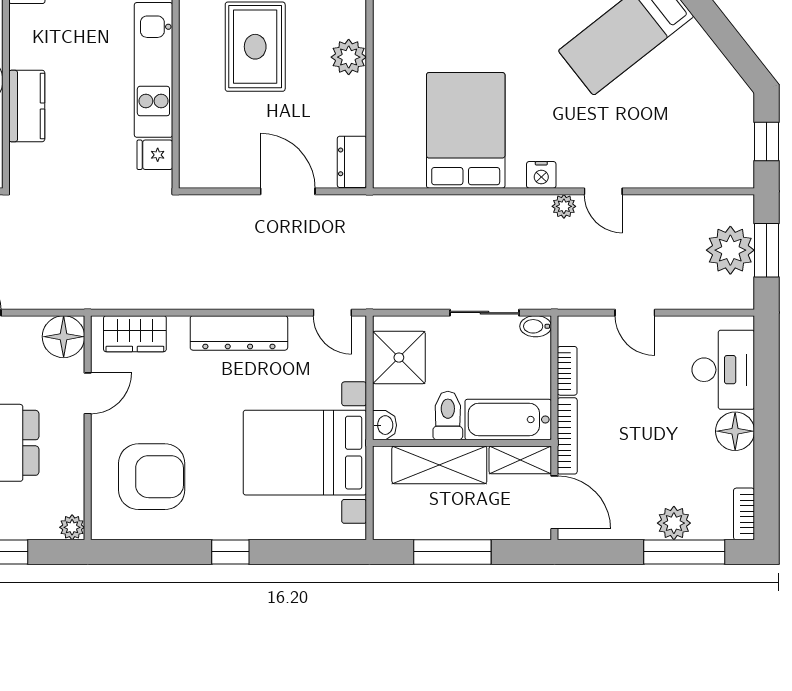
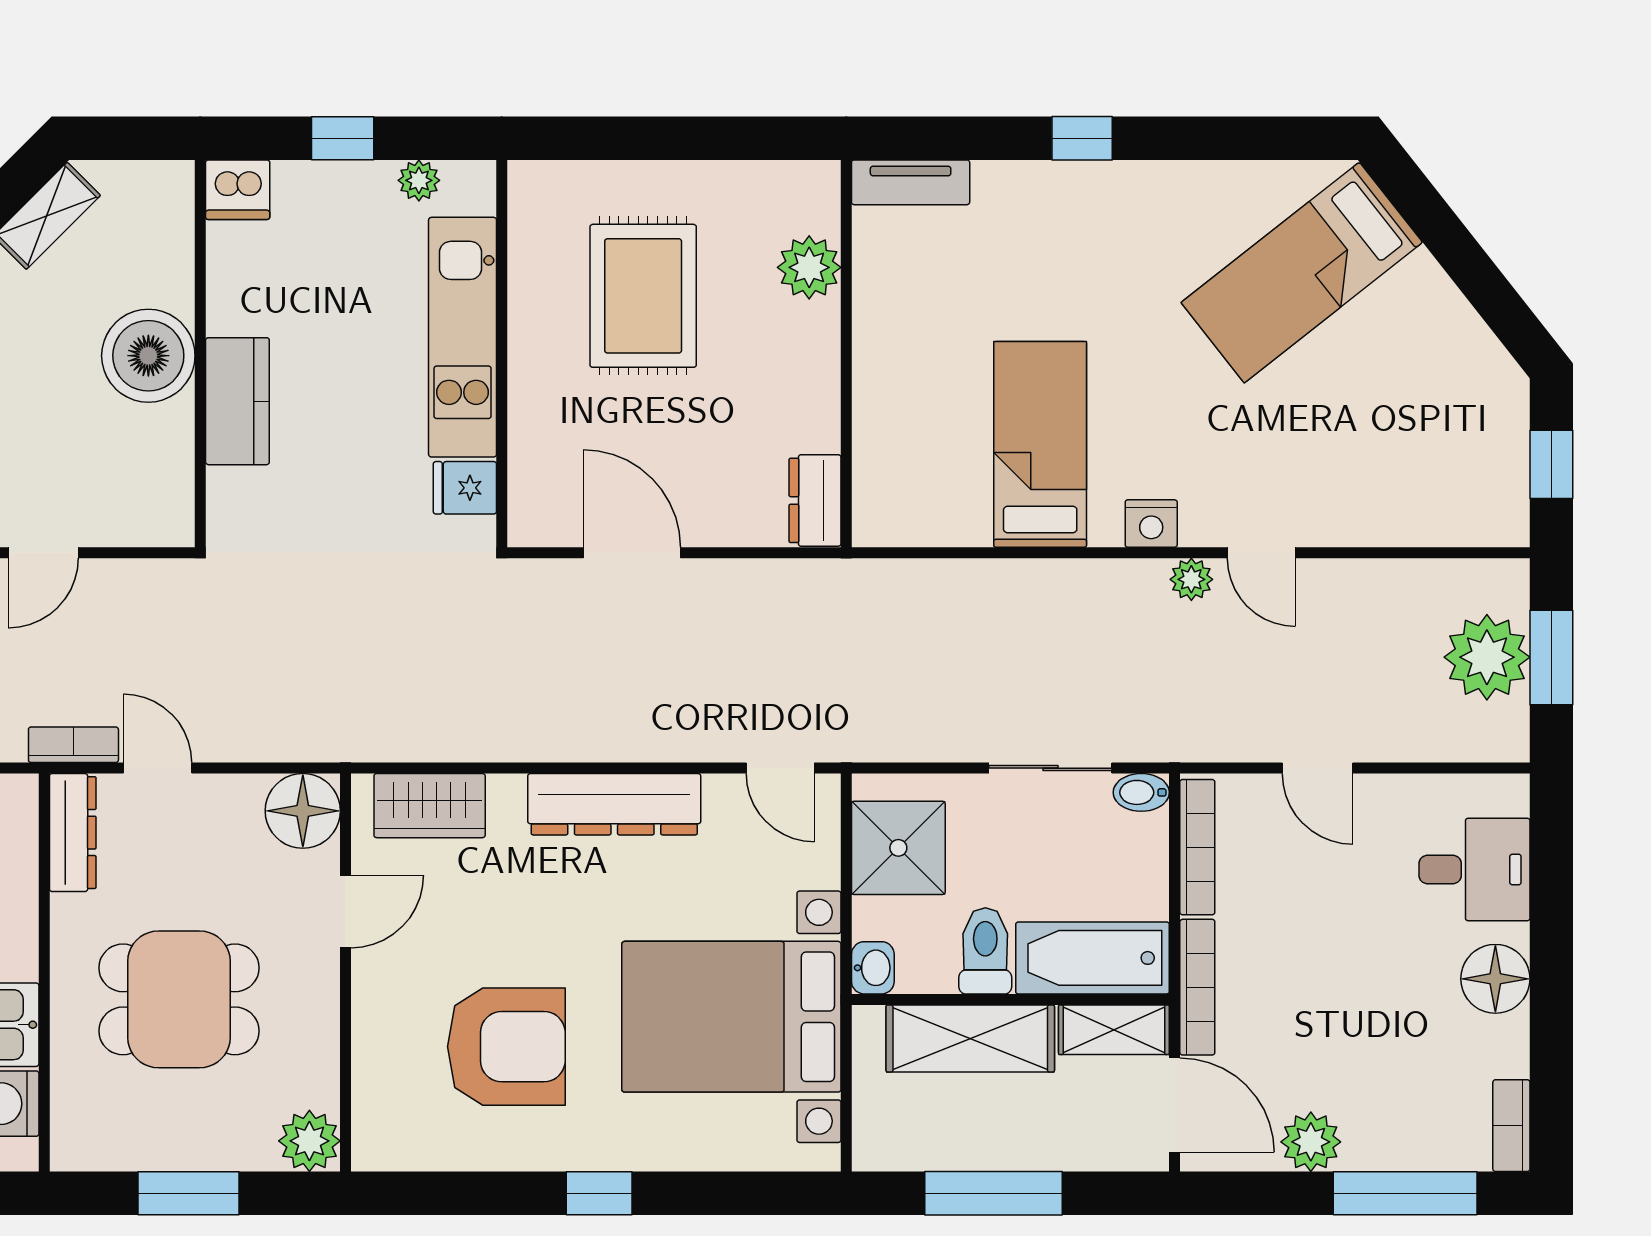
plant: (349, 57) -> (809, 267), moved
bed: (466, 130) -> (1040, 444), width x0.67
door: (288, 191) -> (632, 553), moved
desk: (723, 370) -> (1474, 870), width x0.73
bookcase: (567, 371) -> (1197, 847), width x1.56
armchair: (152, 477) -> (506, 1047), moved
plant: (674, 523) -> (1311, 1142), moved
plant: (72, 527) -> (309, 1141), width x1.38, depth x1.38

